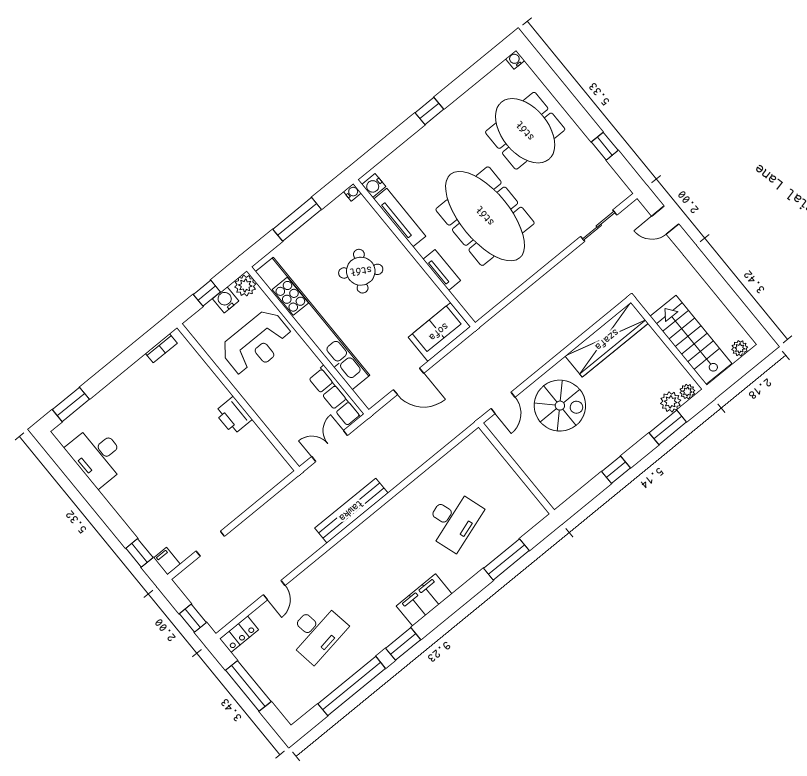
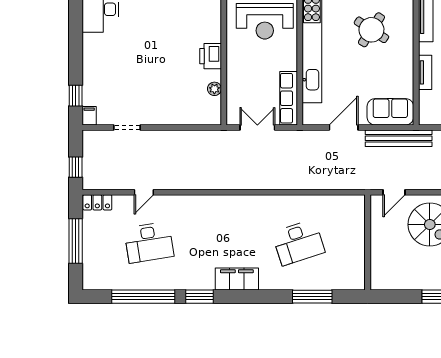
door: (408, 381) -> (344, 128), swing flipped
plant: (261, 443) -> (214, 89), added
bench: (351, 511) -> (399, 138), moved

